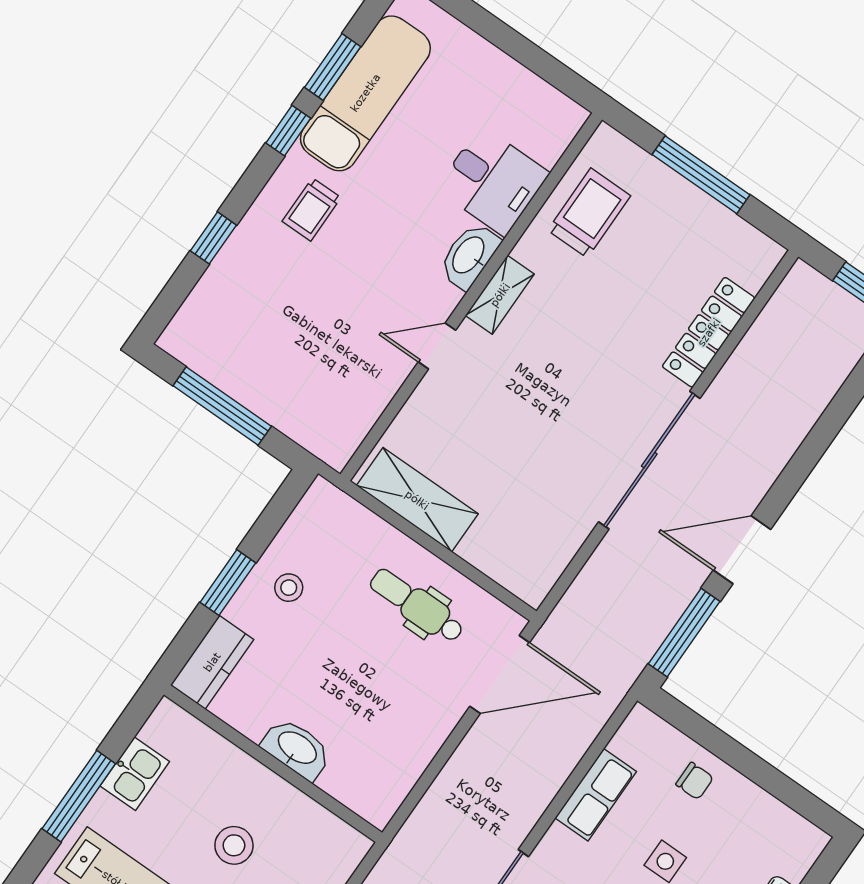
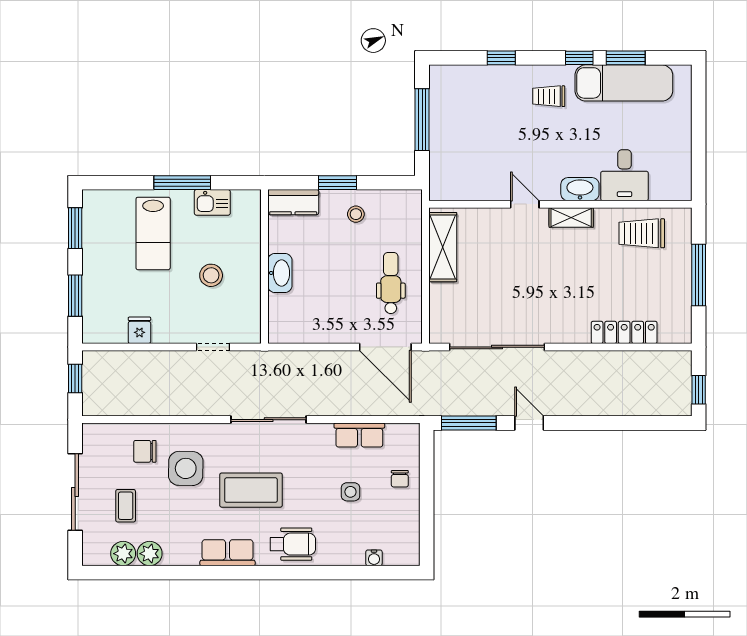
trolley: (589, 213) -> (642, 233), turned 180
sliding door: (649, 460) -> (497, 347), moved
door: (742, 550) -> (529, 423), width x0.73

